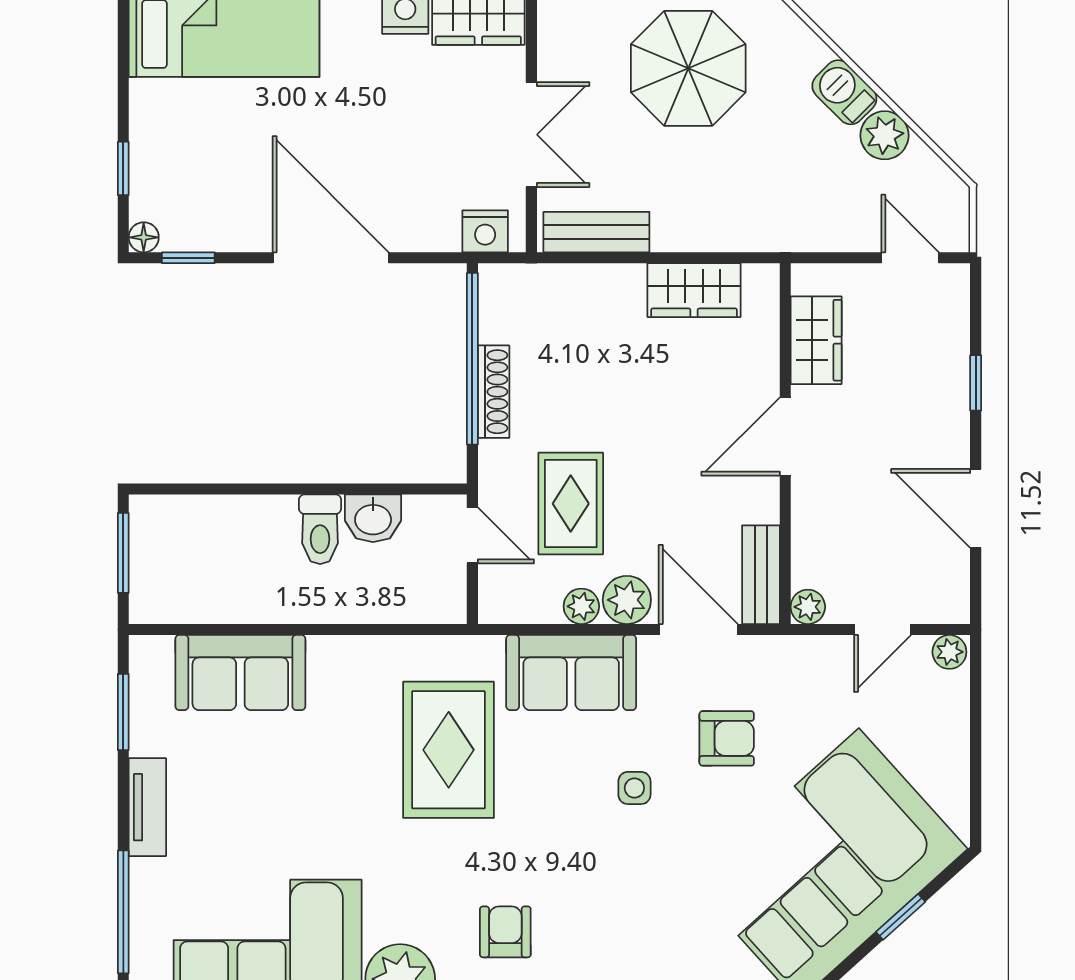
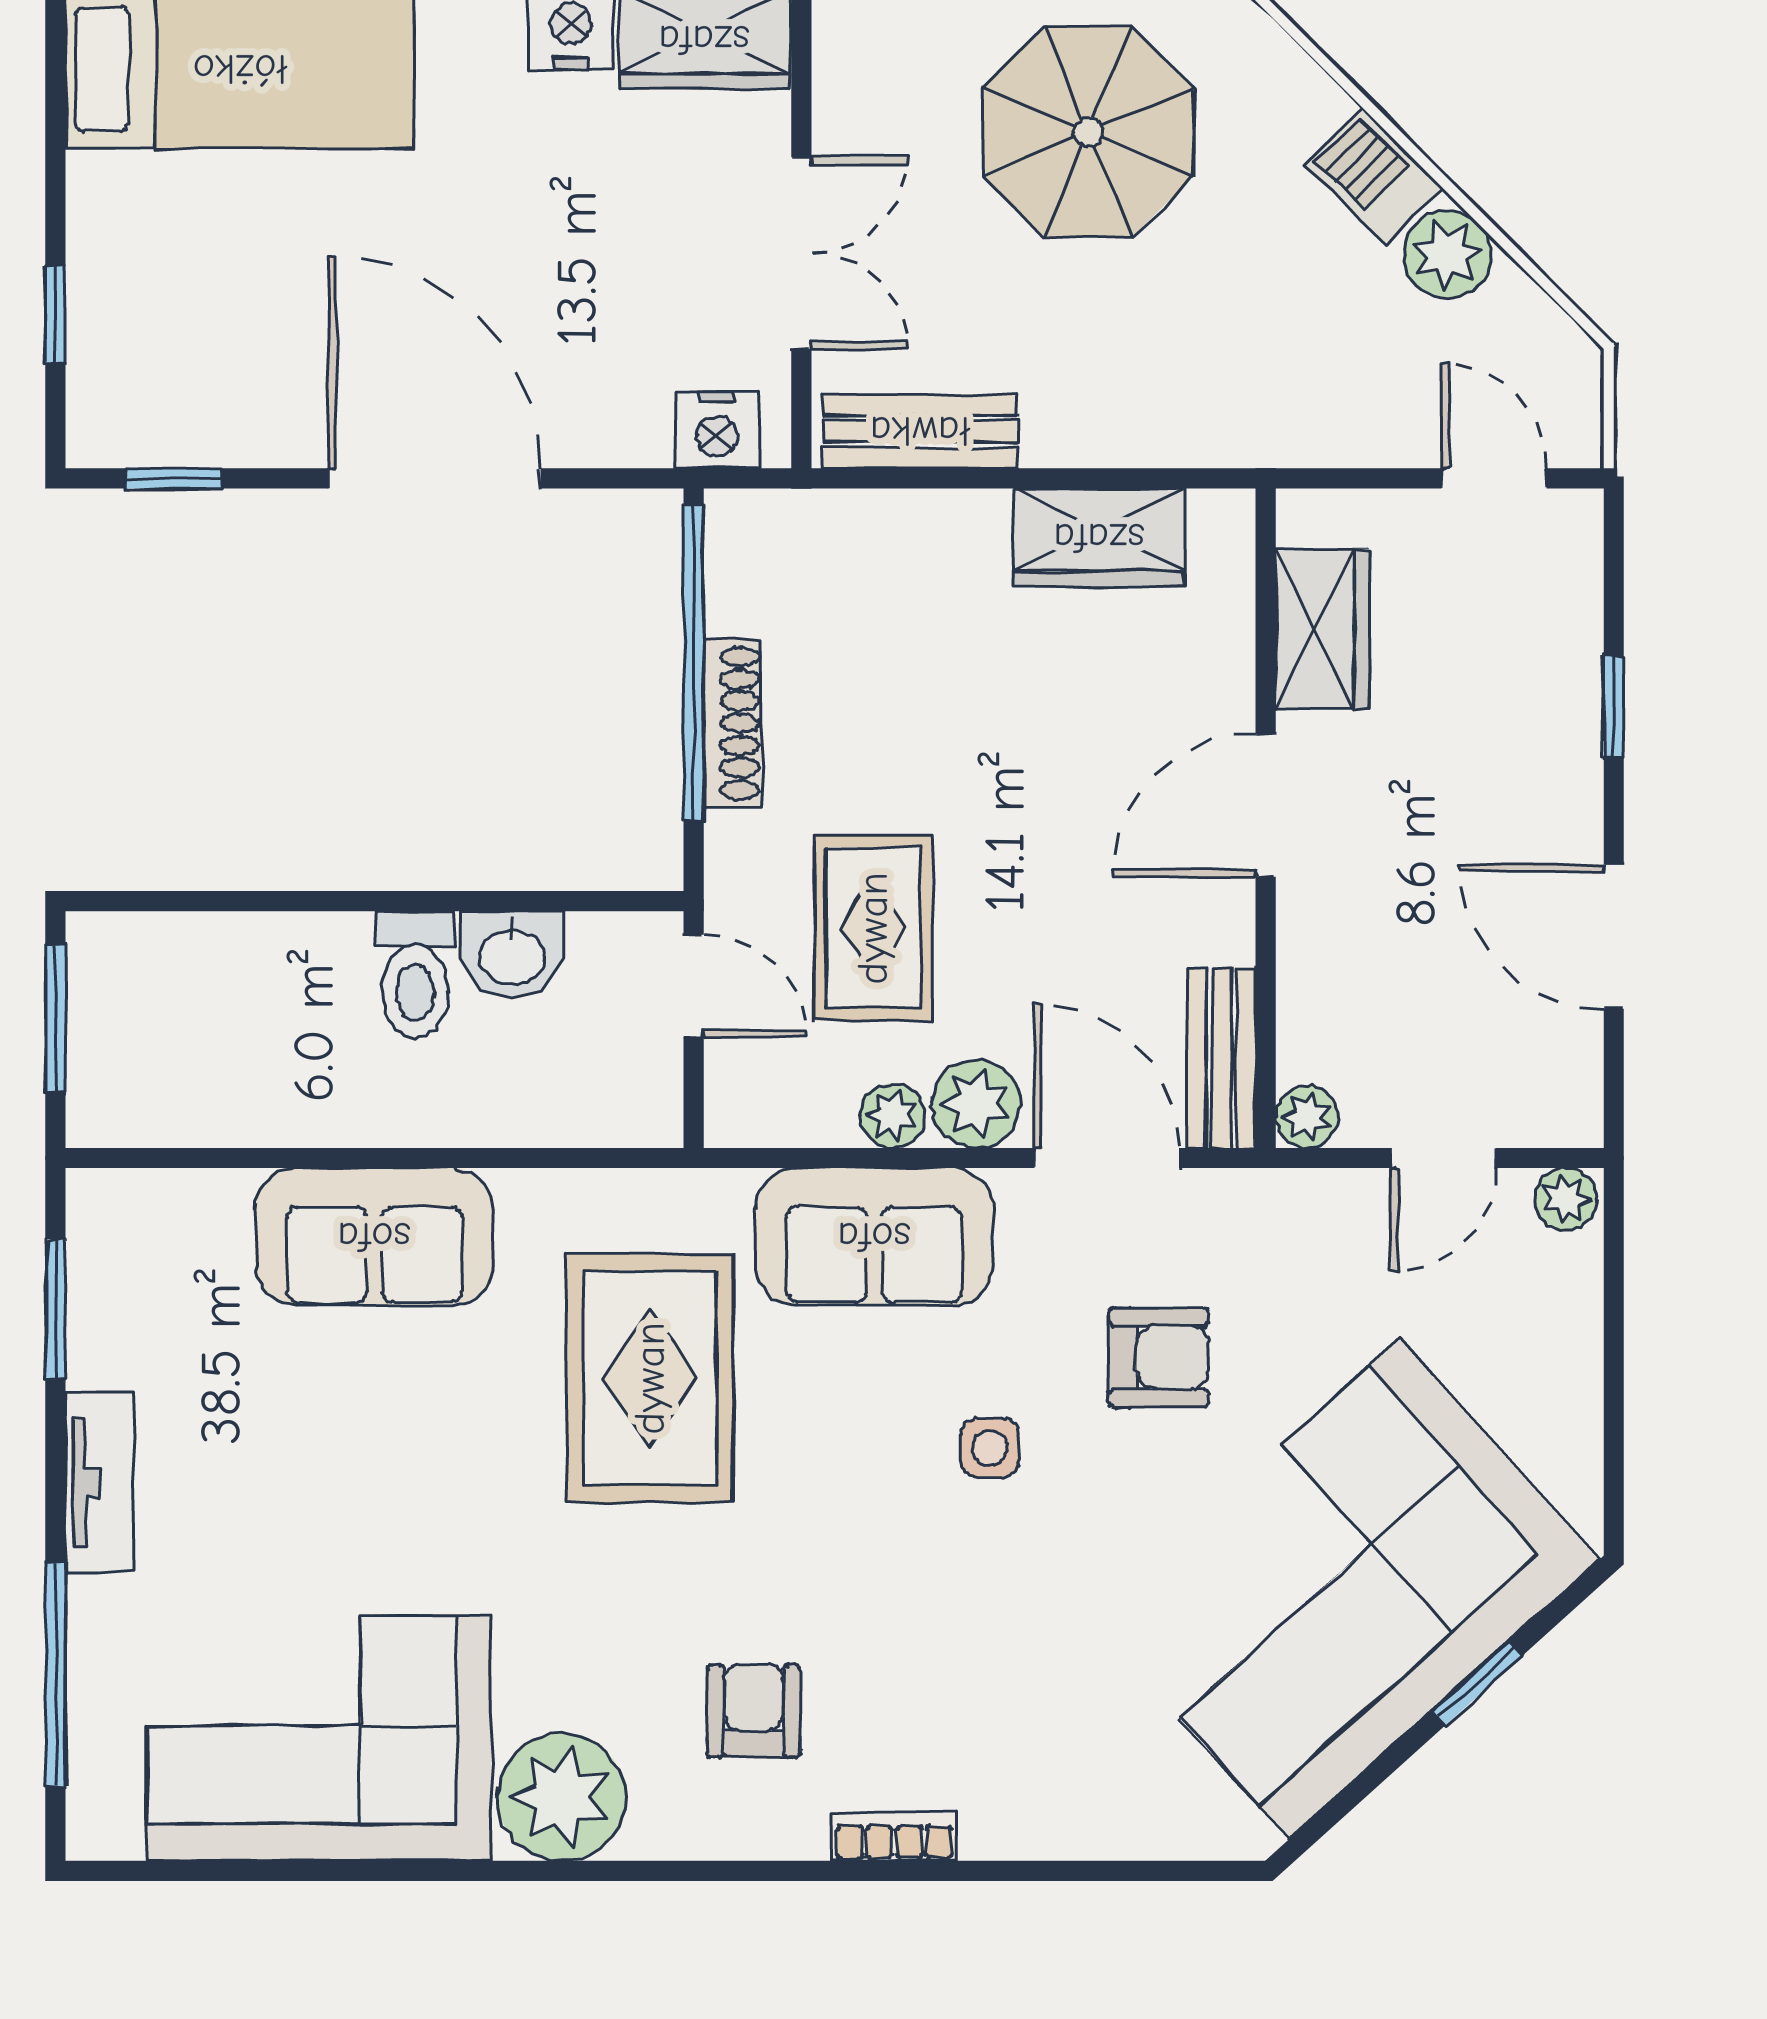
floor lamp: (144, 237) -> (93, 441), removed
sofa: (240, 673) -> (374, 1237), moved

